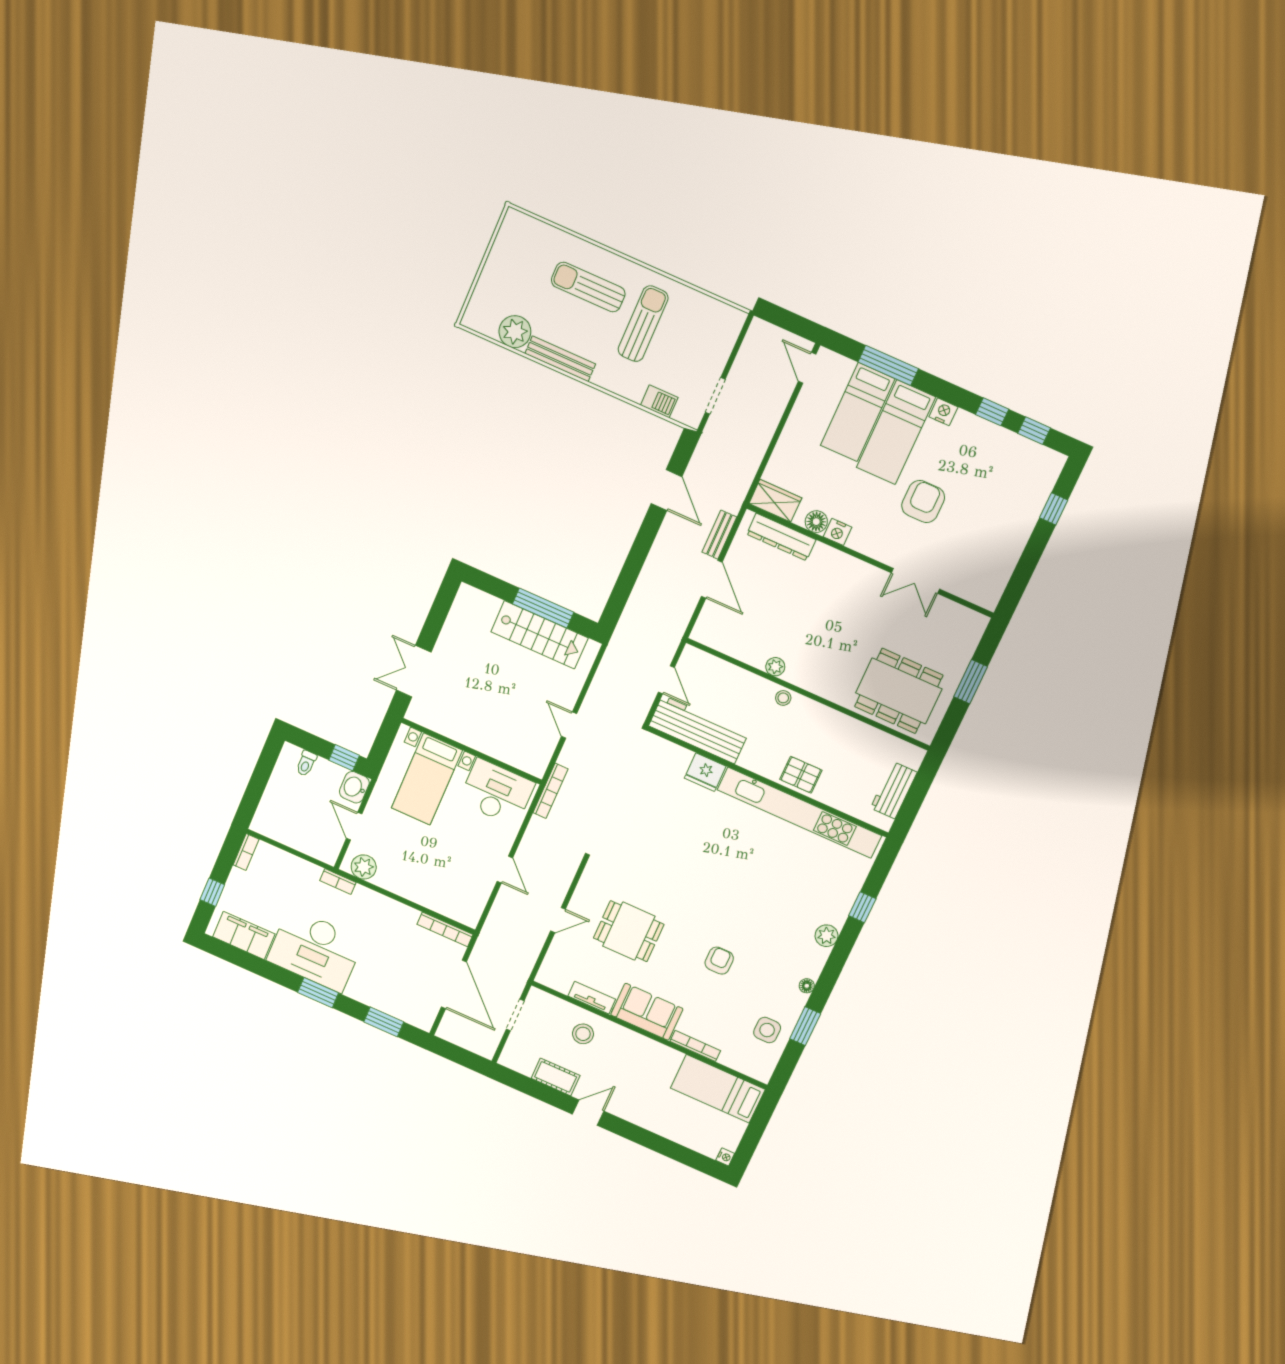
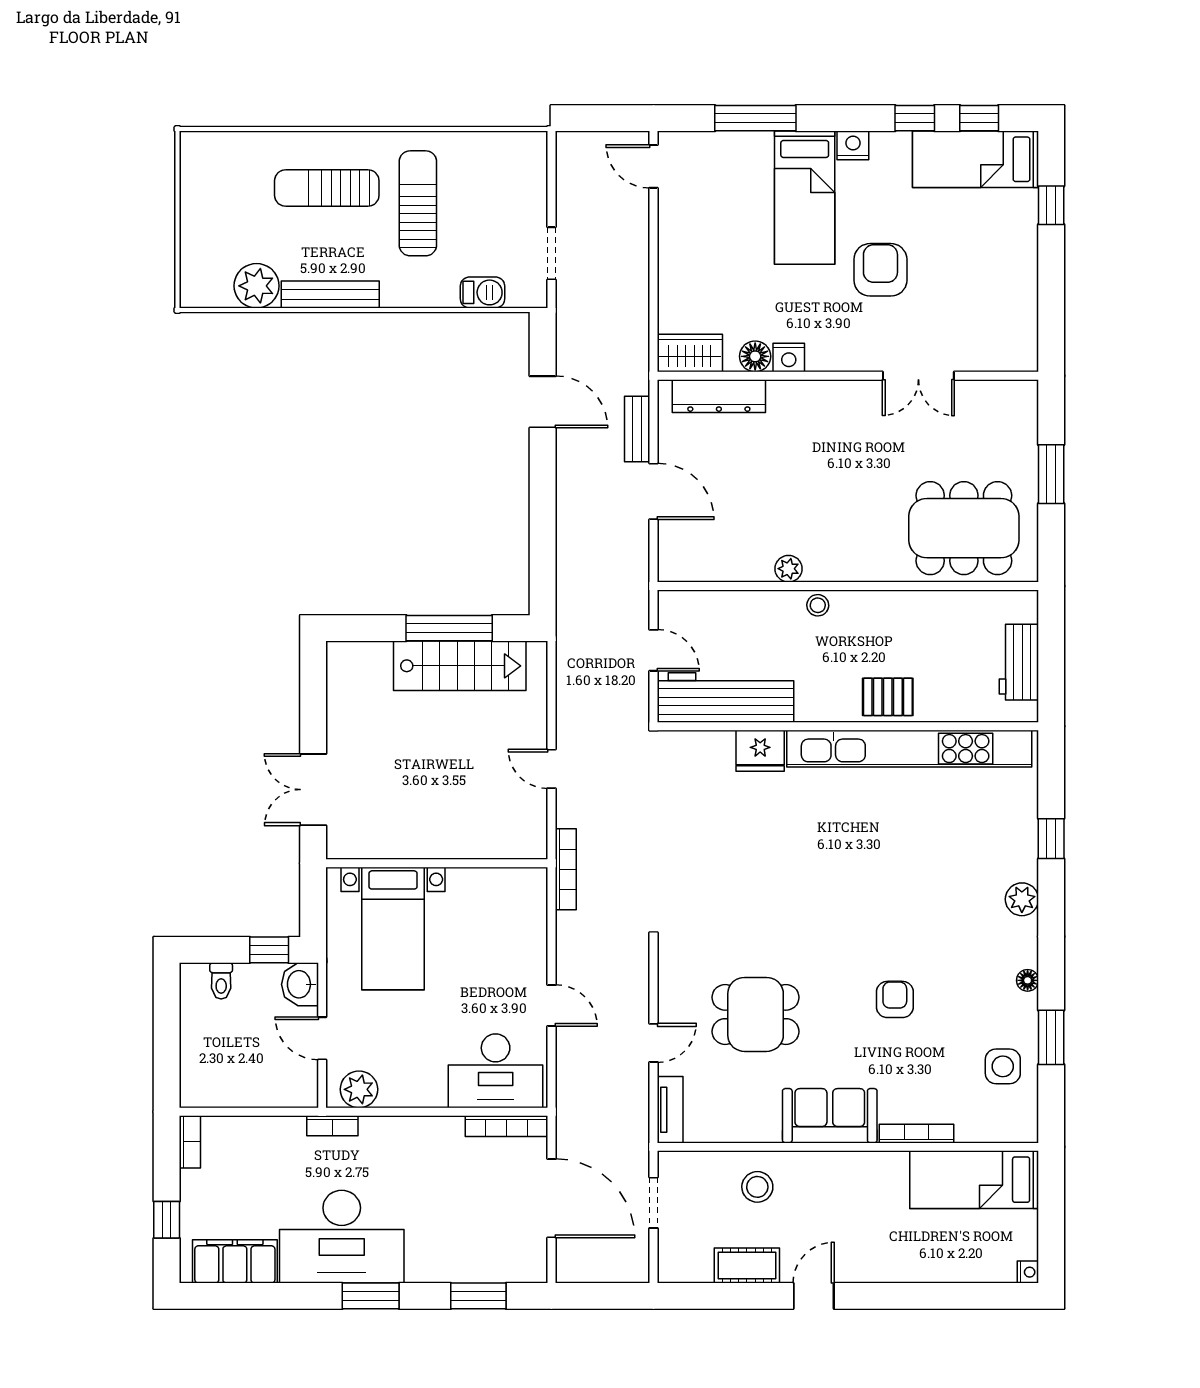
bed: (858, 412) -> (976, 159), moved, turned 90
desk: (497, 792) -> (496, 1071), moved, turned 180
tv unit: (592, 998) -> (670, 1110), moved, turned 90

